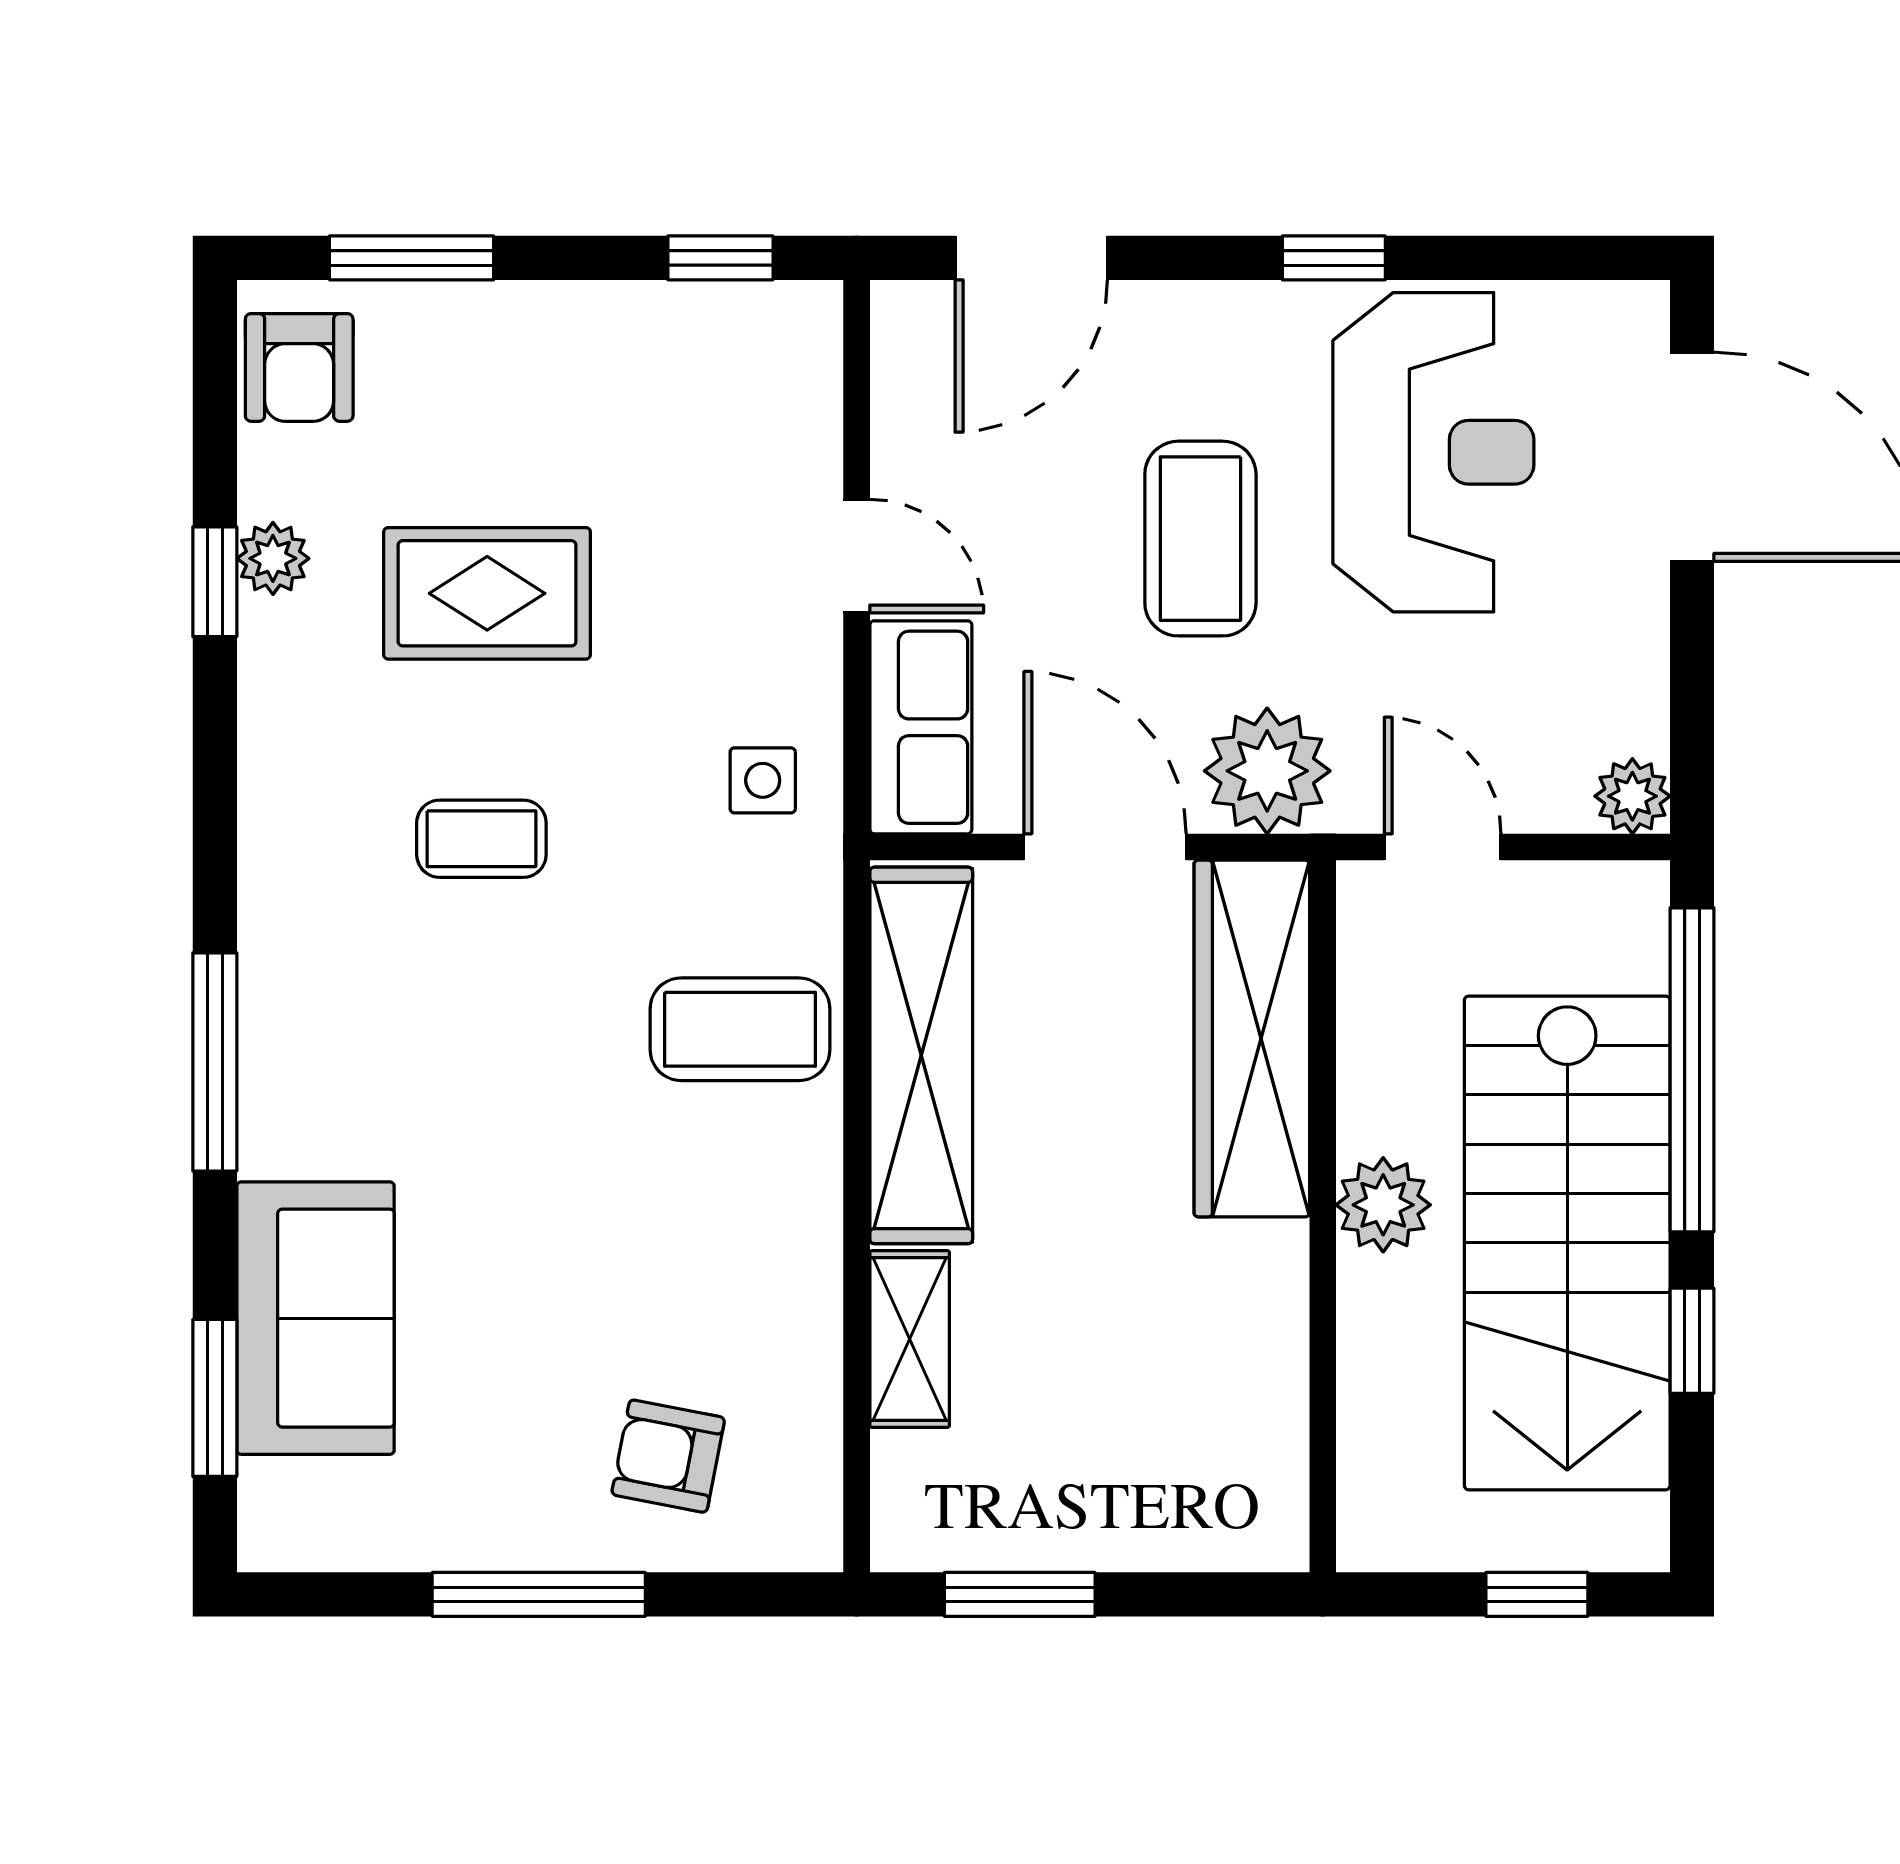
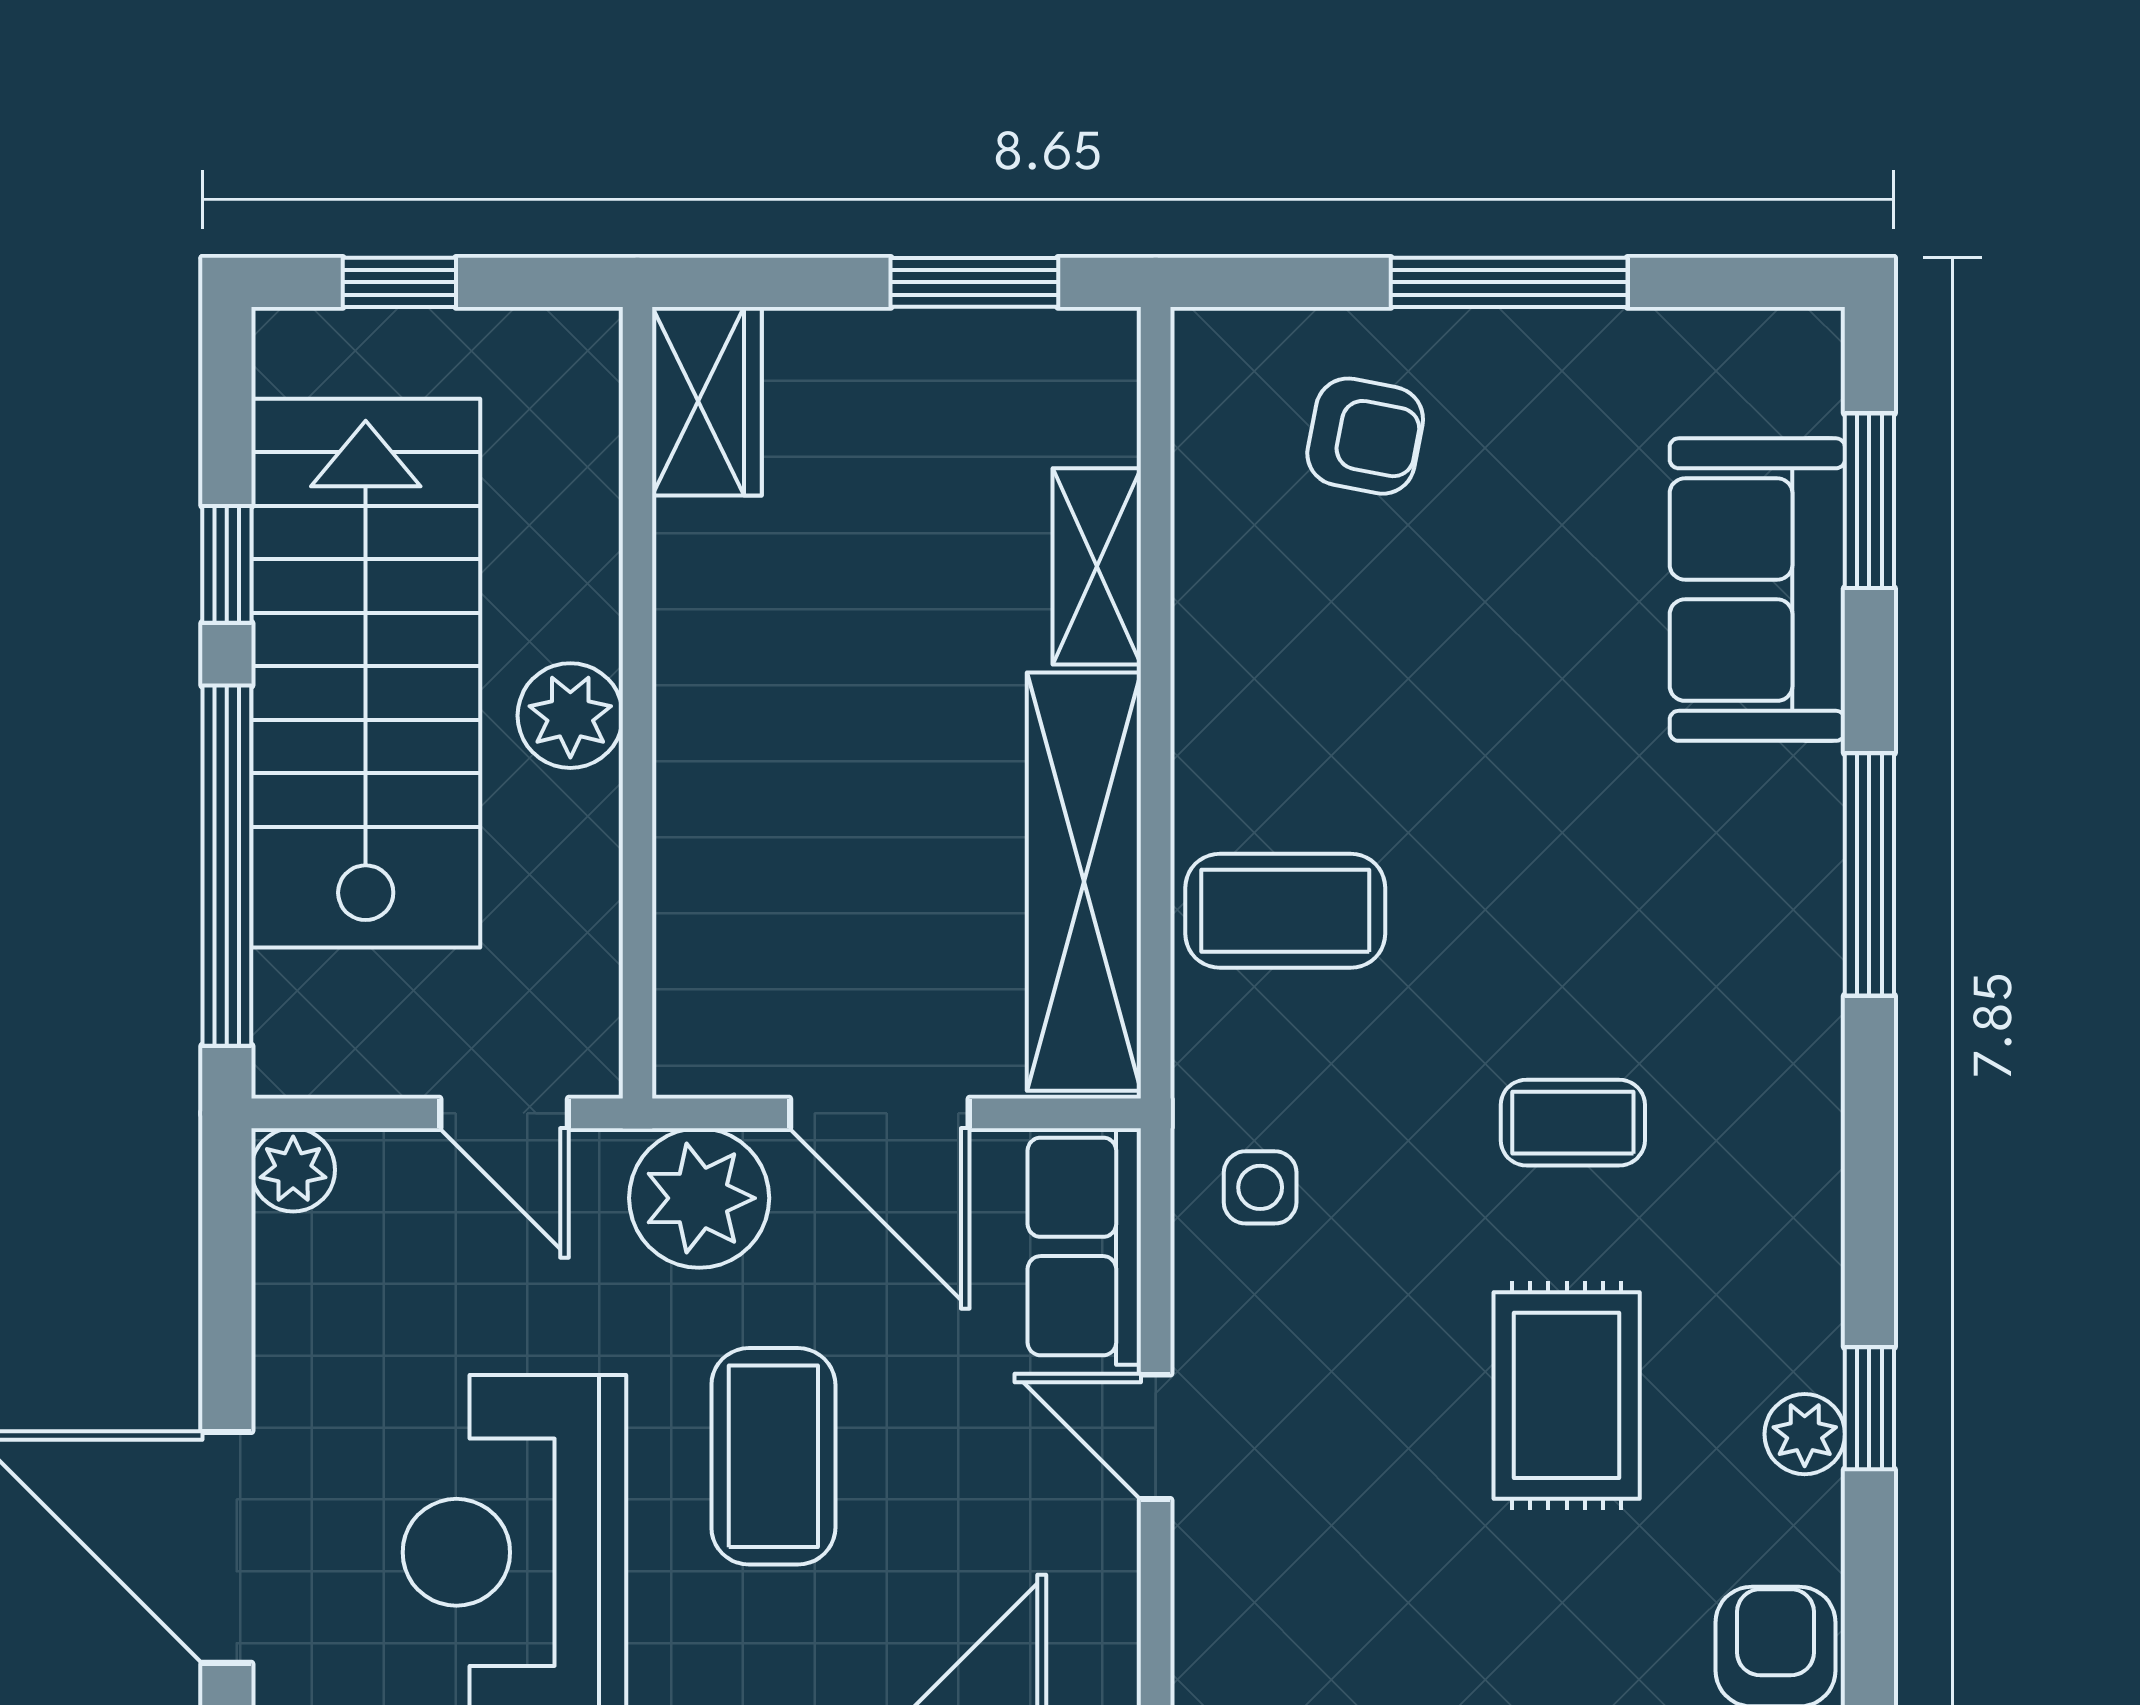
rug: (487, 593) -> (1567, 1395), turned 90
wardrobe: (1252, 1039) -> (707, 401), moved, width x0.48, depth x0.85

